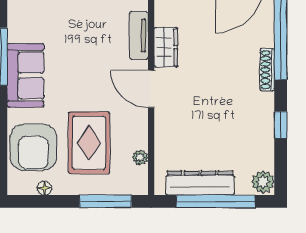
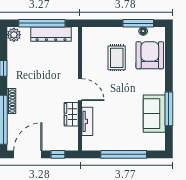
sofa: (26, 75) -> (154, 114), moved
rug: (89, 143) -> (117, 58), width x0.73, depth x0.70
plant: (140, 157) -> (86, 49), removed
window: (106, 201) -> (138, 23), moved

